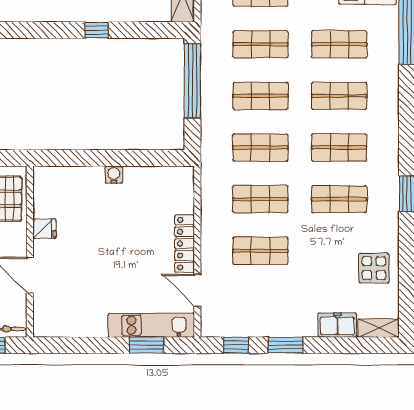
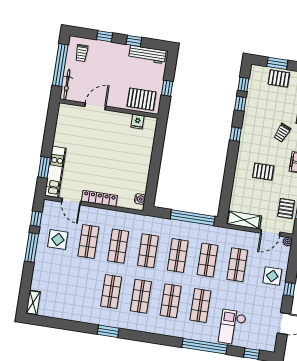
window: (97, 30) -> (236, 134), moved
water cooler: (114, 175) -> (140, 199), moved
fridge: (44, 229) -> (137, 122), moved
display table: (374, 268) -> (58, 239), moved
door: (197, 290) -> (71, 202), swing flipped
freezer: (337, 325) -> (39, 279), removed
window: (286, 345) -> (32, 247), width x1.44

